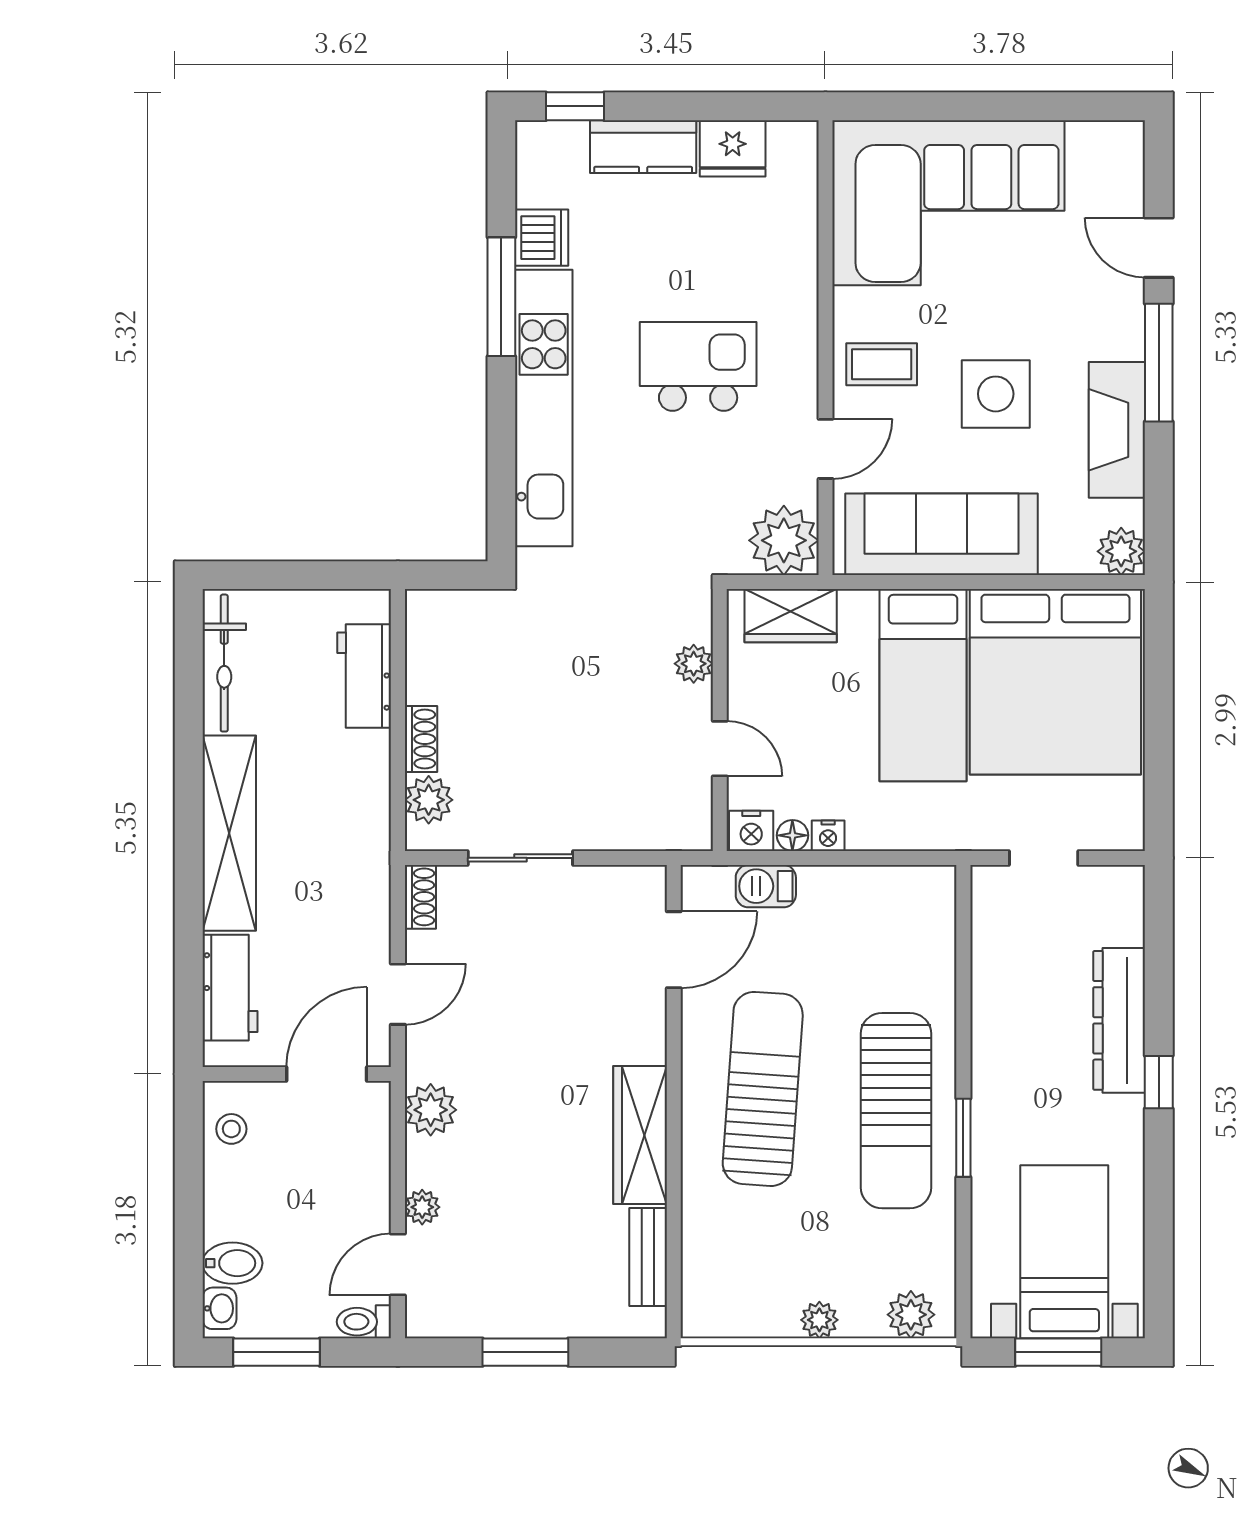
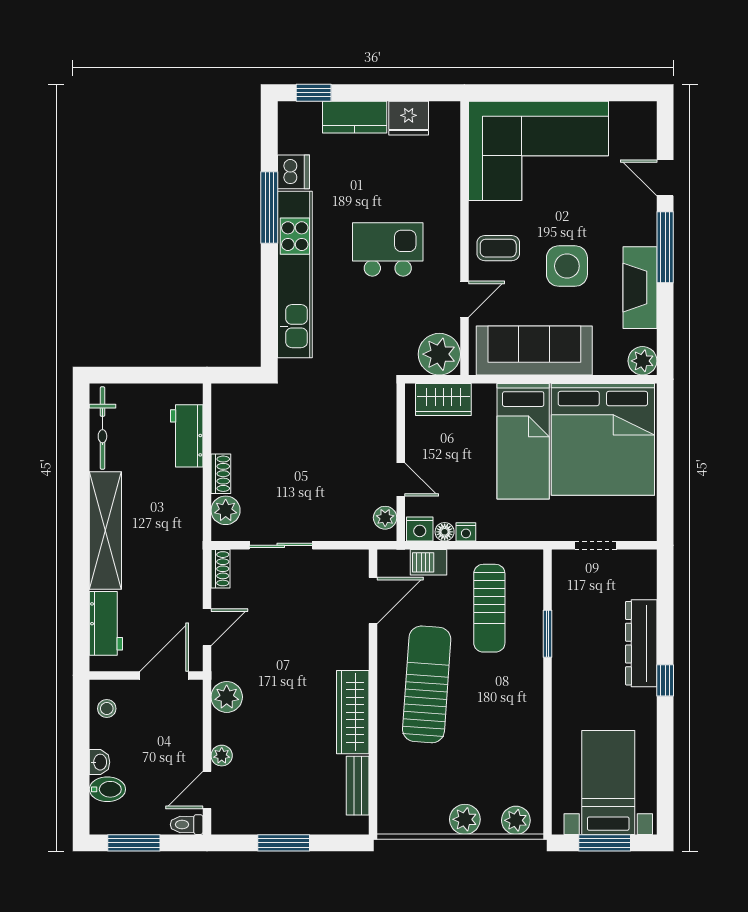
plant: (694, 664) -> (385, 518), moved
sun lounger: (896, 1111) -> (489, 608), moved, width x0.73, depth x0.75
window: (963, 1138) -> (547, 634), moved
washbasin: (219, 1308) -> (100, 762), moved
plant: (819, 1320) -> (465, 819), width x1.38, depth x1.38

